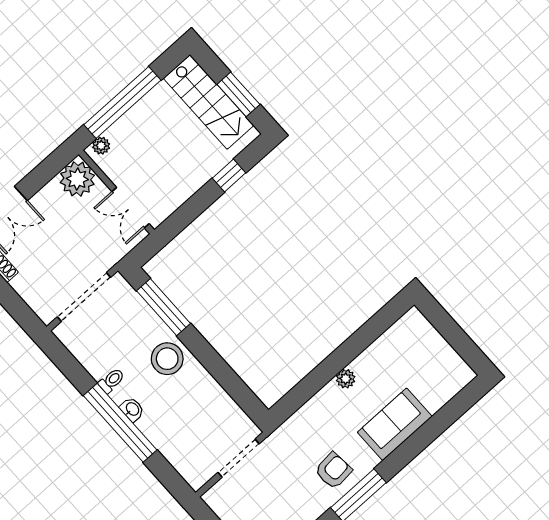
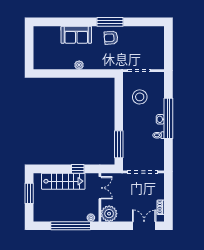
stairs: (209, 102) -> (63, 181), moved, turned 90
window: (229, 175) -> (78, 169), moved
stool: (167, 359) -> (140, 97), moved

